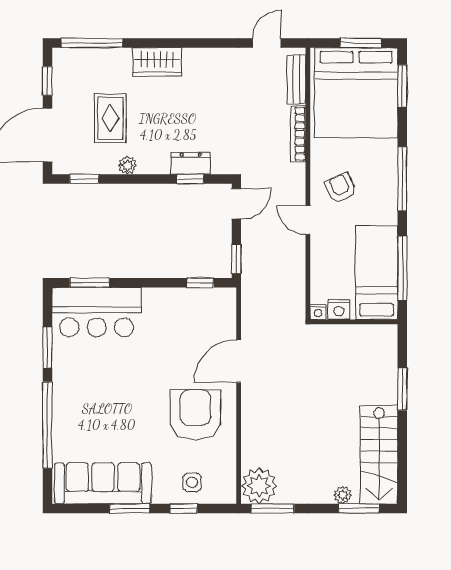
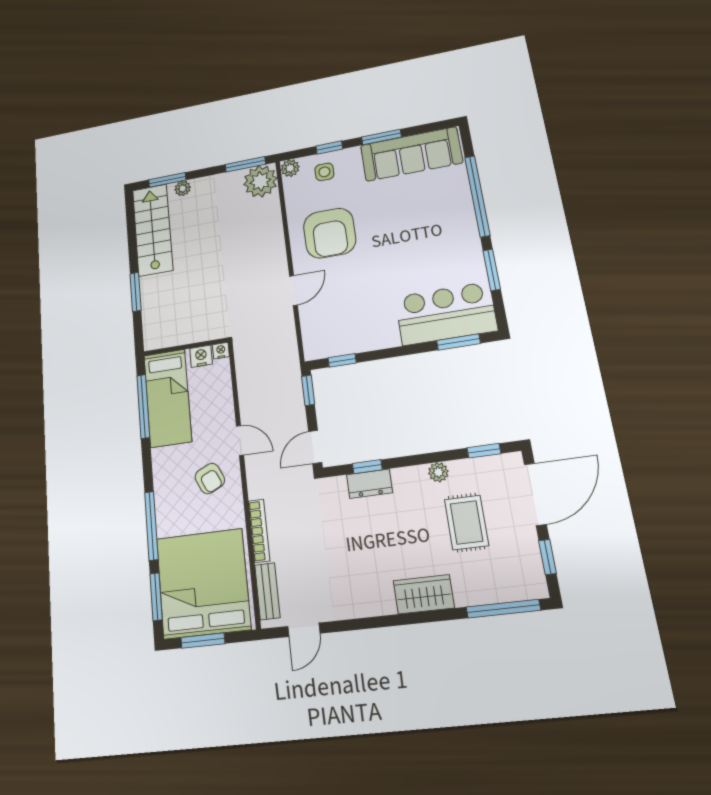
window: (402, 179) -> (151, 526), moved
door: (239, 361) -> (293, 290), width x0.73
plant: (227, 494) -> (290, 168), added

